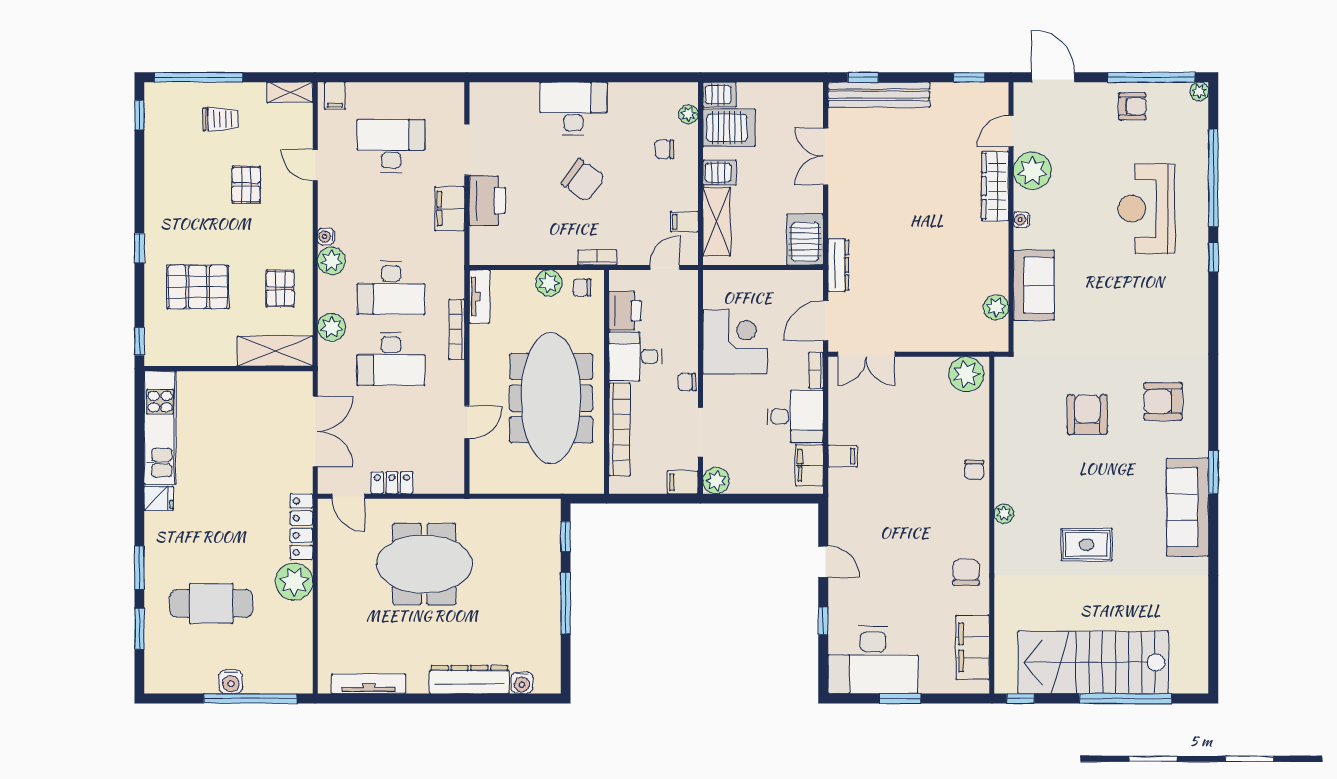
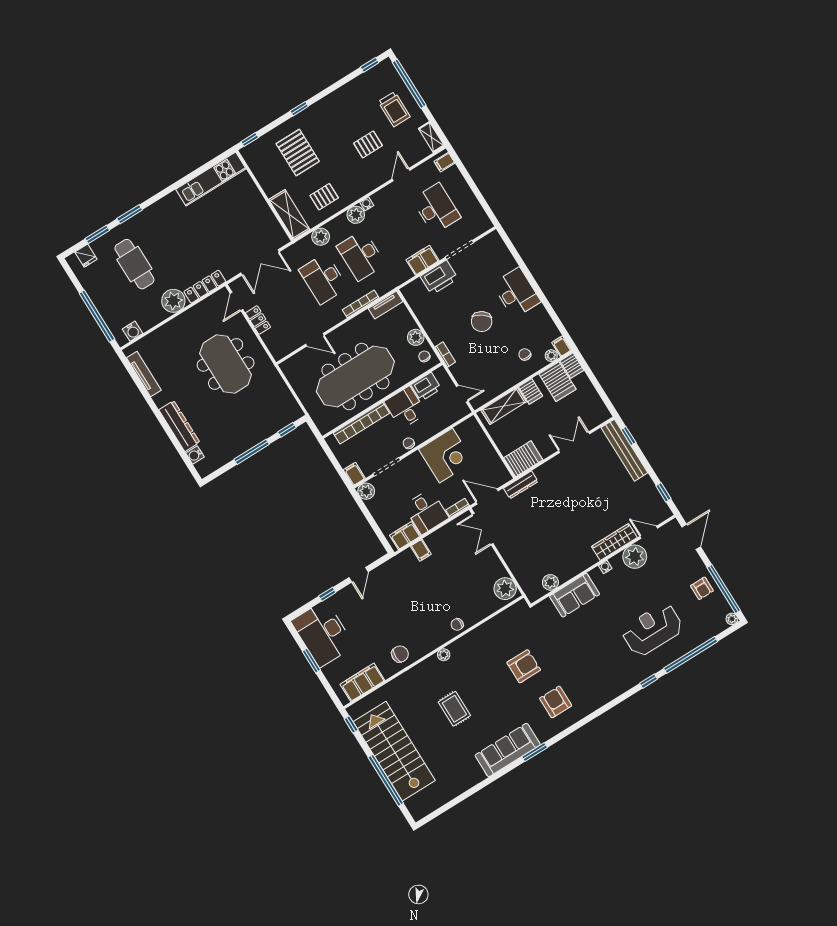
trolley: (220, 119) -> (394, 109), width x1.36, depth x1.39
filing cabinet: (684, 222) -> (561, 346), moved
fridge: (159, 498) -> (86, 256), moved
water cooler: (231, 682) -> (133, 331), moved, turned -90

